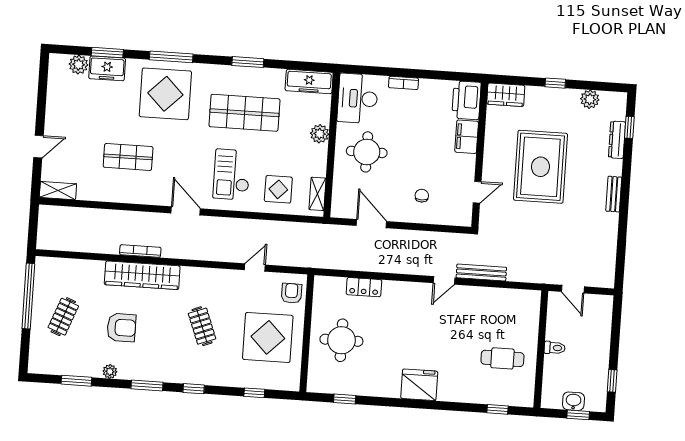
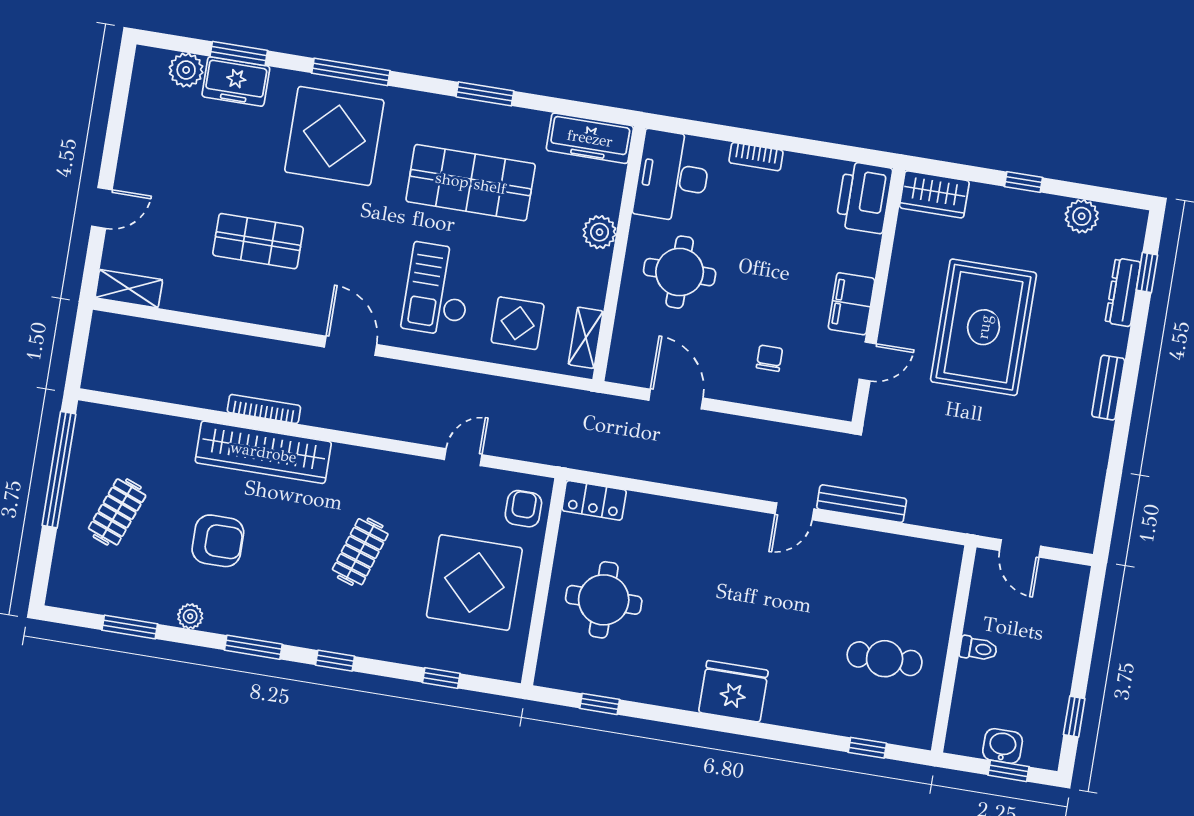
filing cabinet: (467, 137) -> (851, 304), moved
locker: (364, 287) -> (594, 500), moved
clothes rail: (202, 326) -> (360, 552), turned 39

